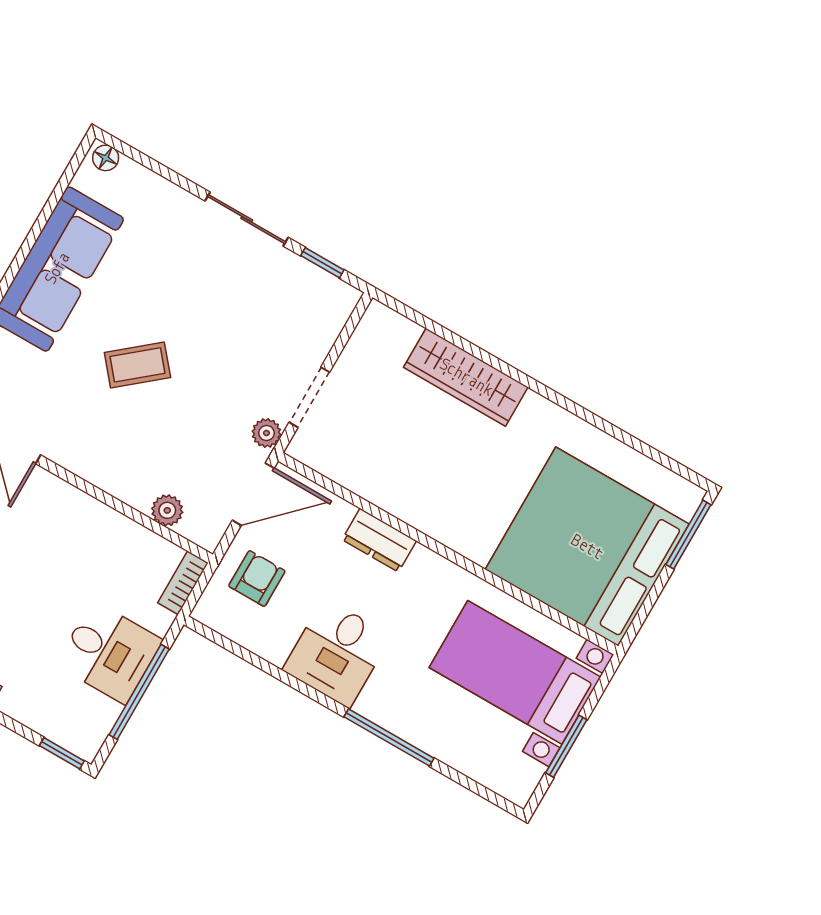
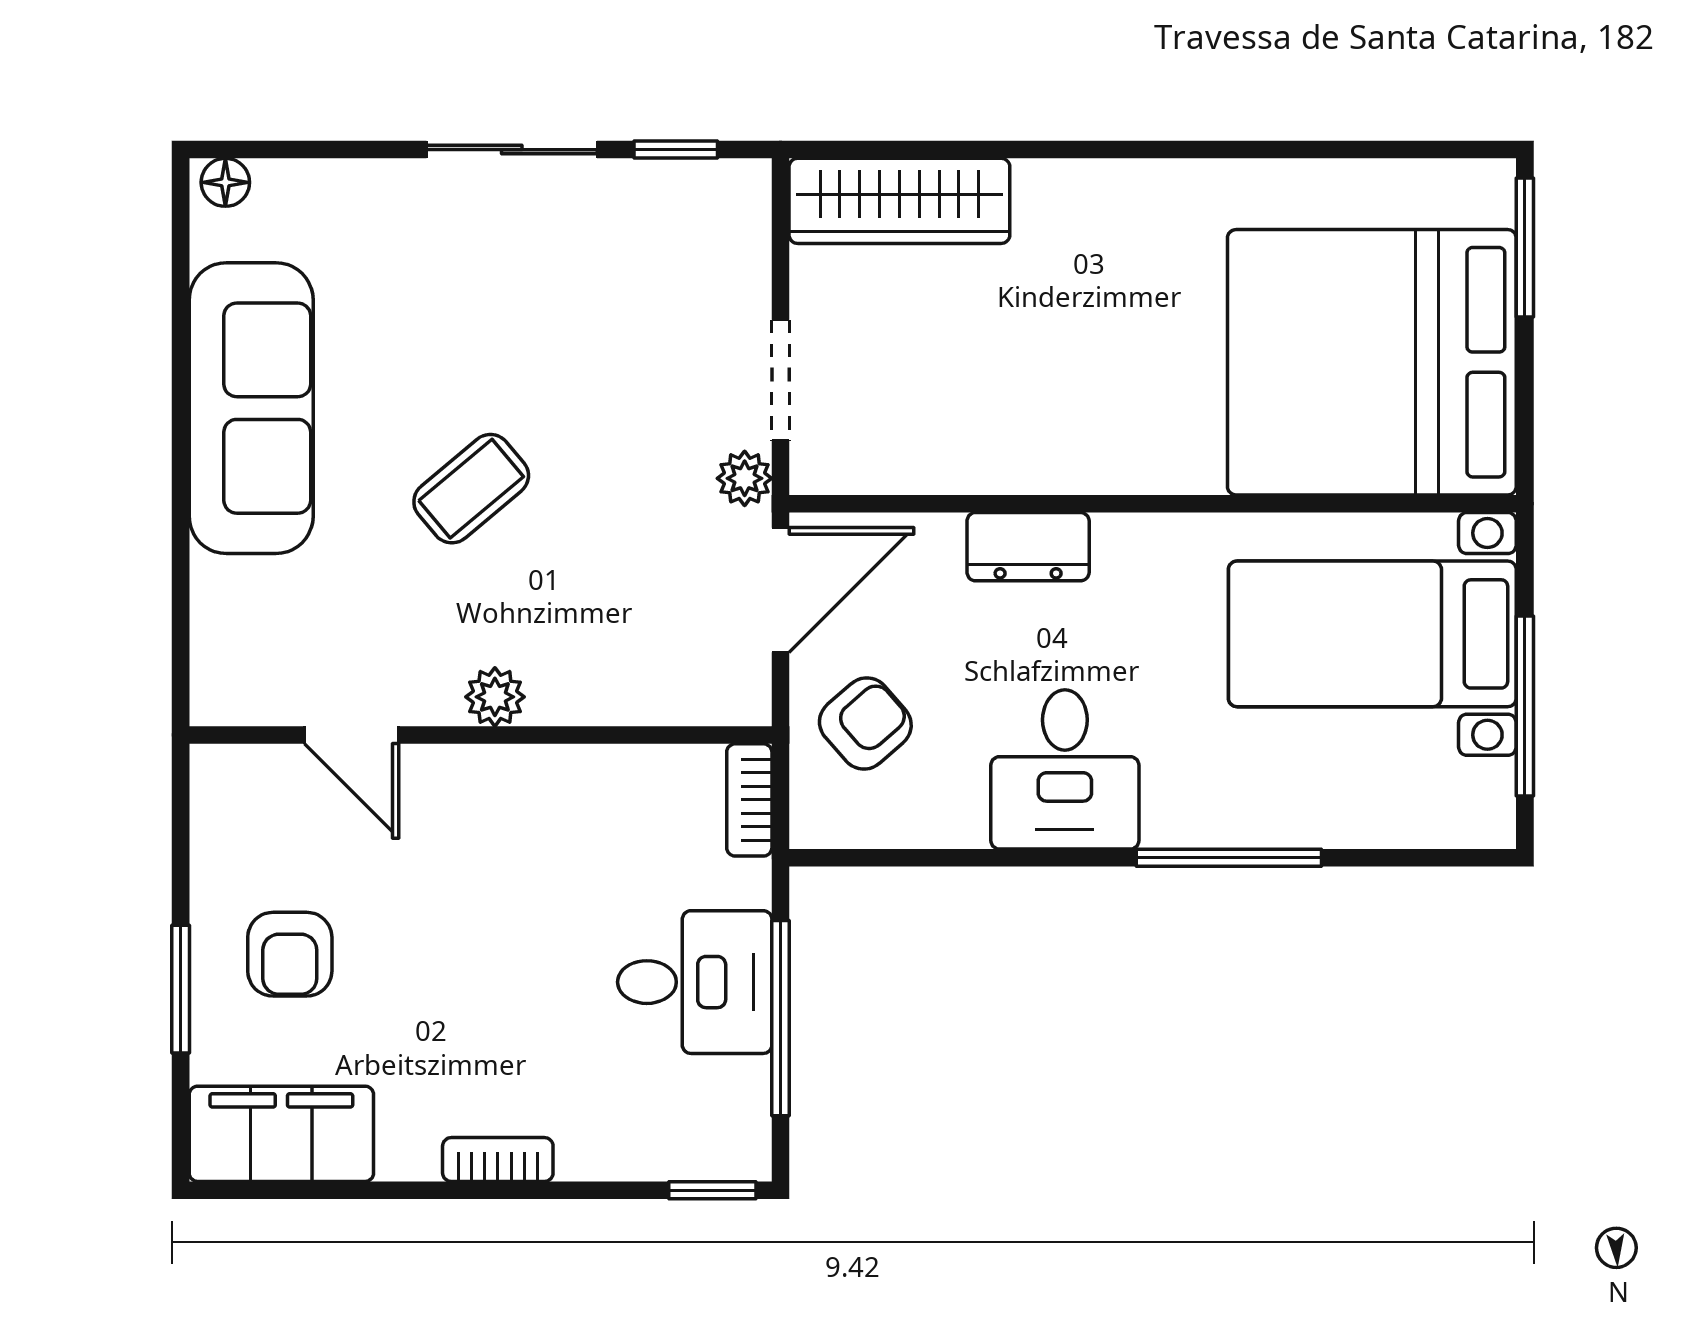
wardrobe: (466, 377) -> (899, 201), moved
plant: (167, 510) -> (495, 697), moved
armchair: (257, 578) -> (865, 723), turned 49
window: (566, 746) -> (1525, 706), width x1.44

